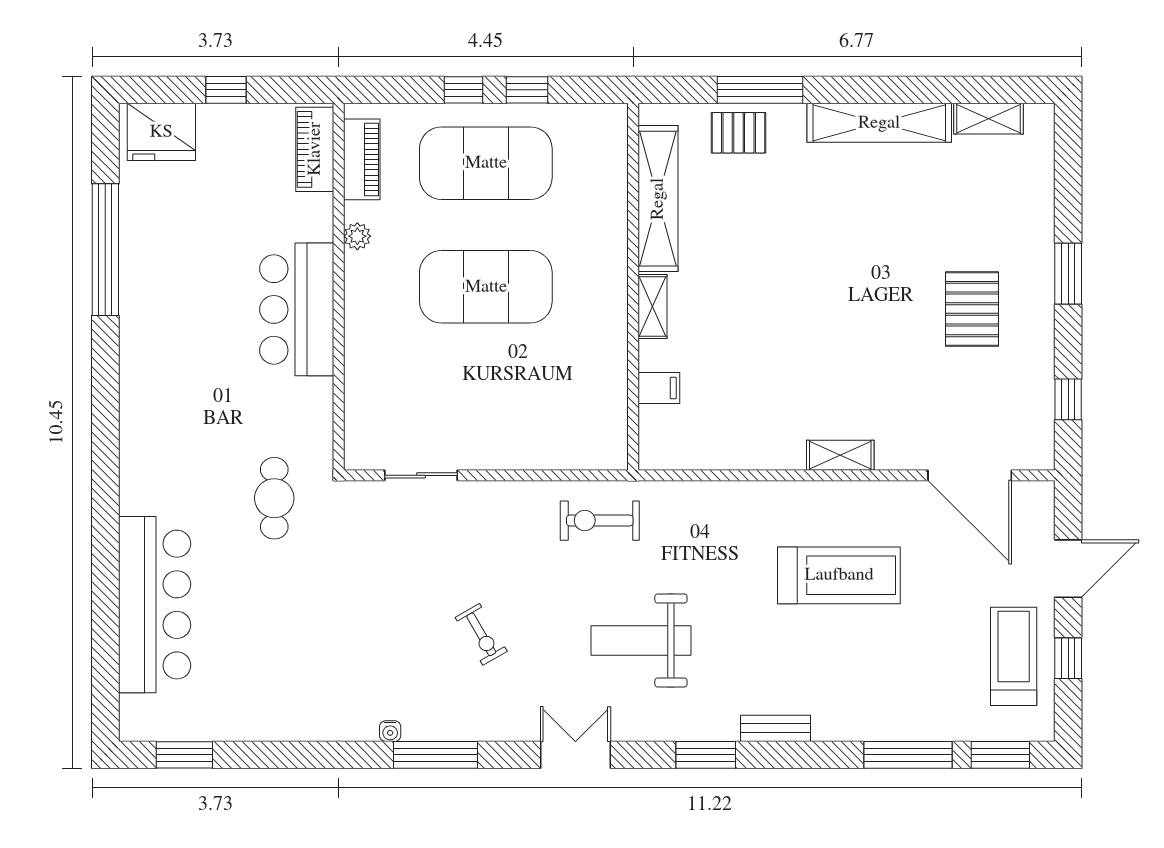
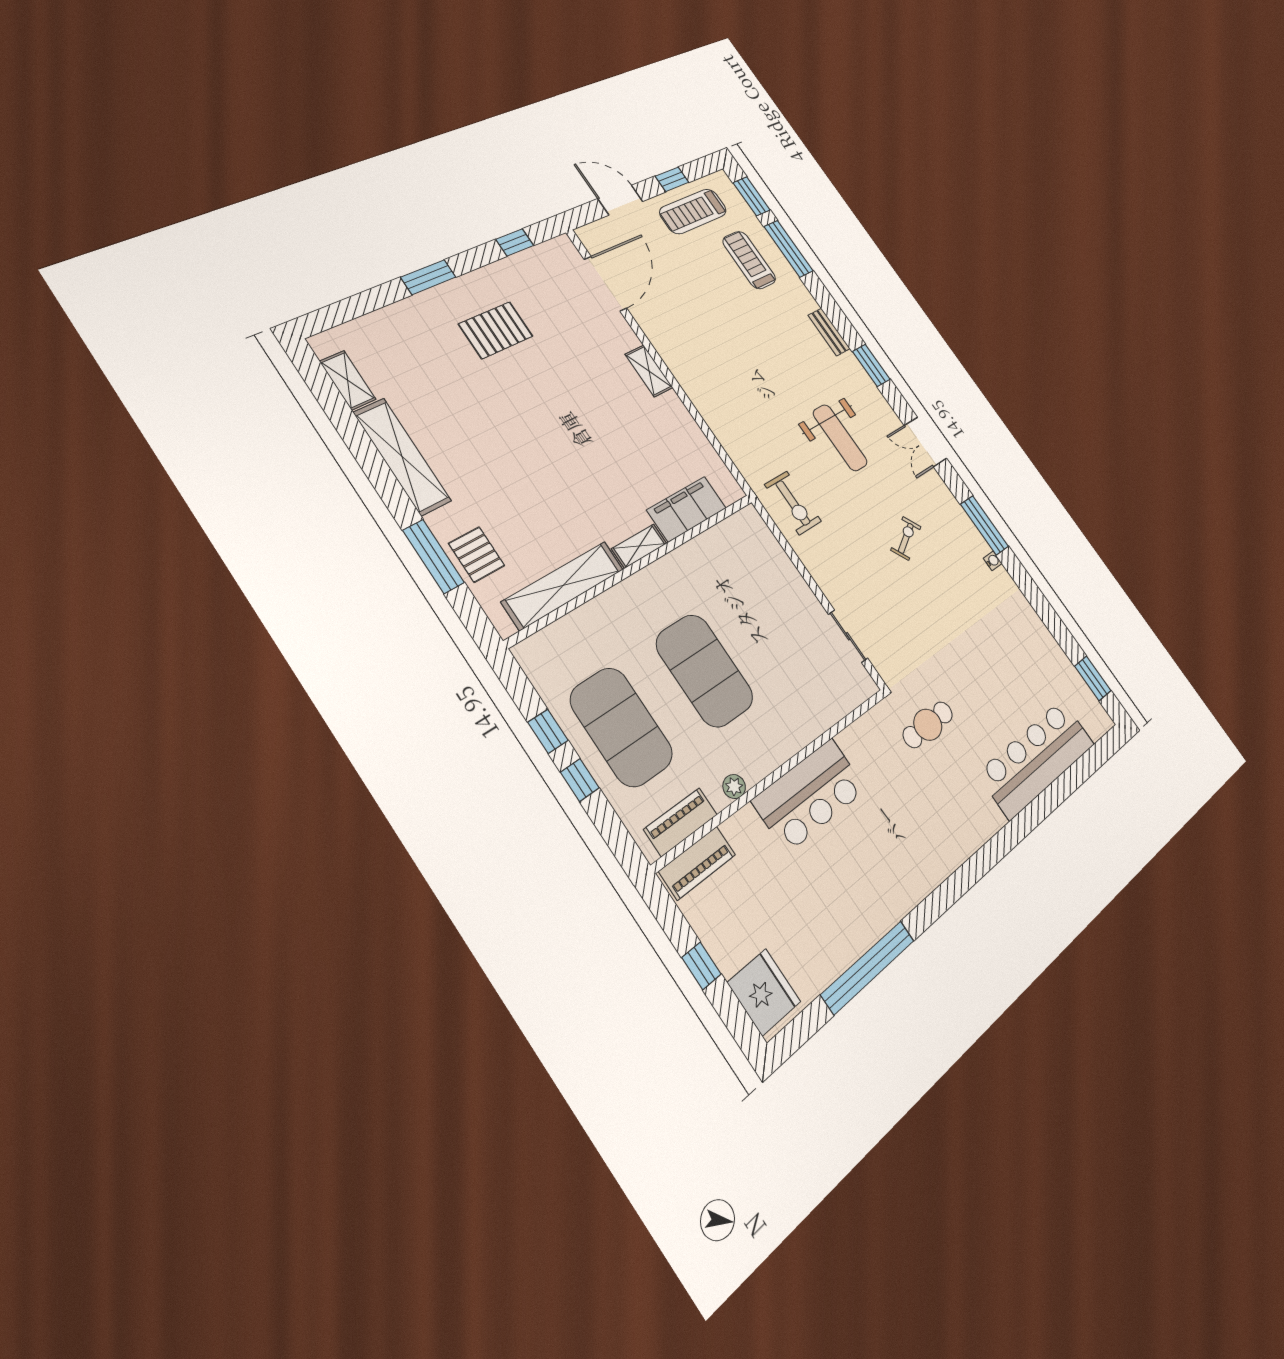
filing cabinet: (659, 388) -> (687, 509), width x3.00, depth x1.17
treadmill: (839, 575) -> (749, 260), moved, width x0.73, depth x0.73

